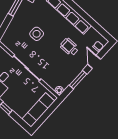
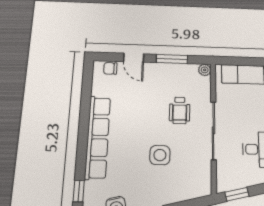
wheelchair: (69, 47) -> (180, 110), moved
door: (94, 62) -> (134, 58), hinge flipped

